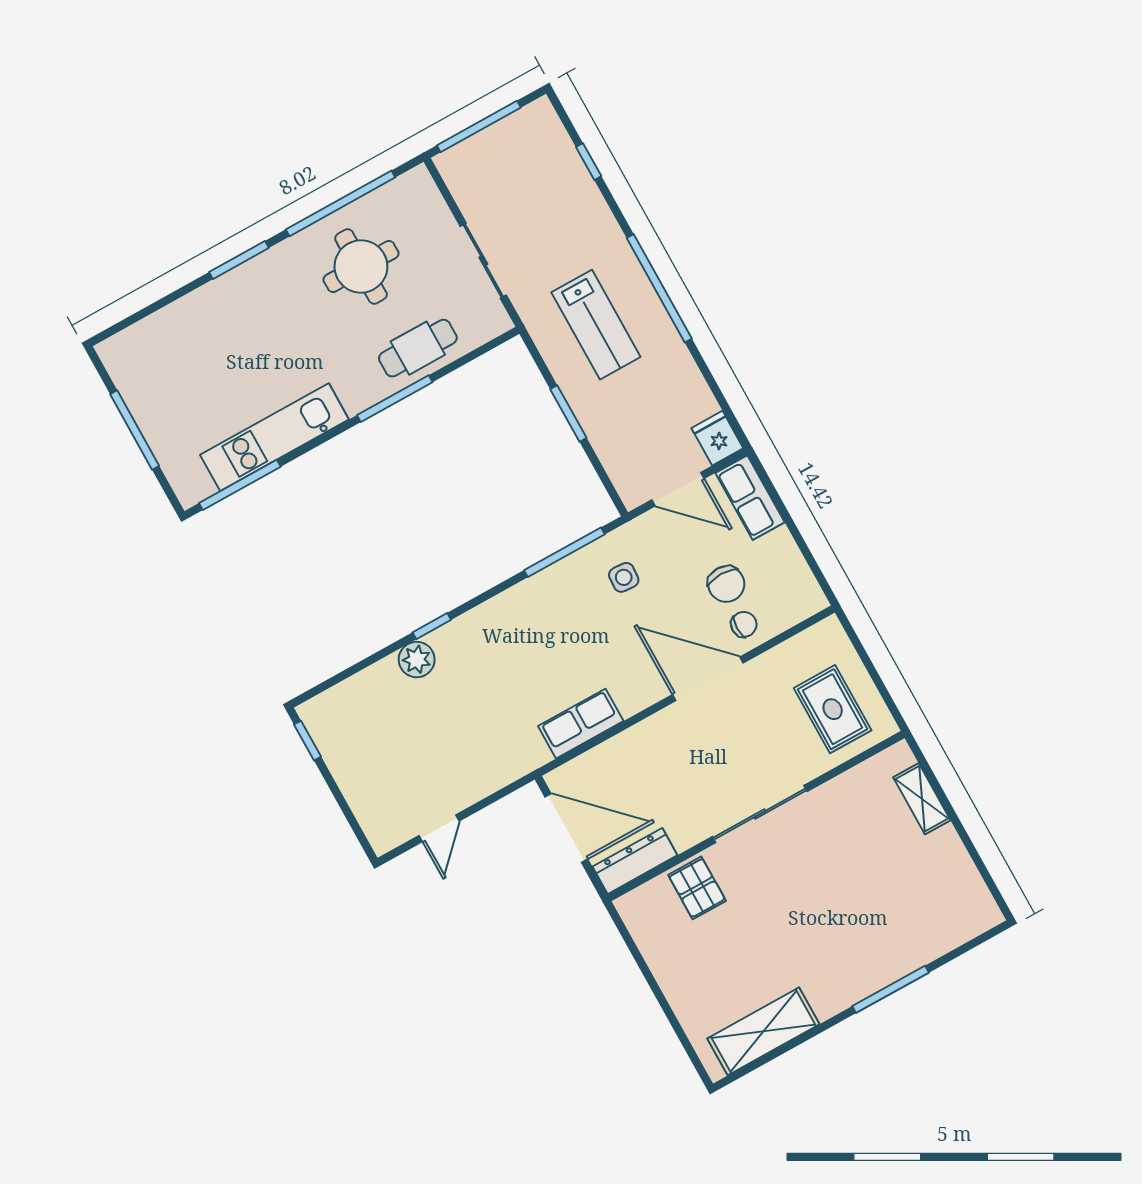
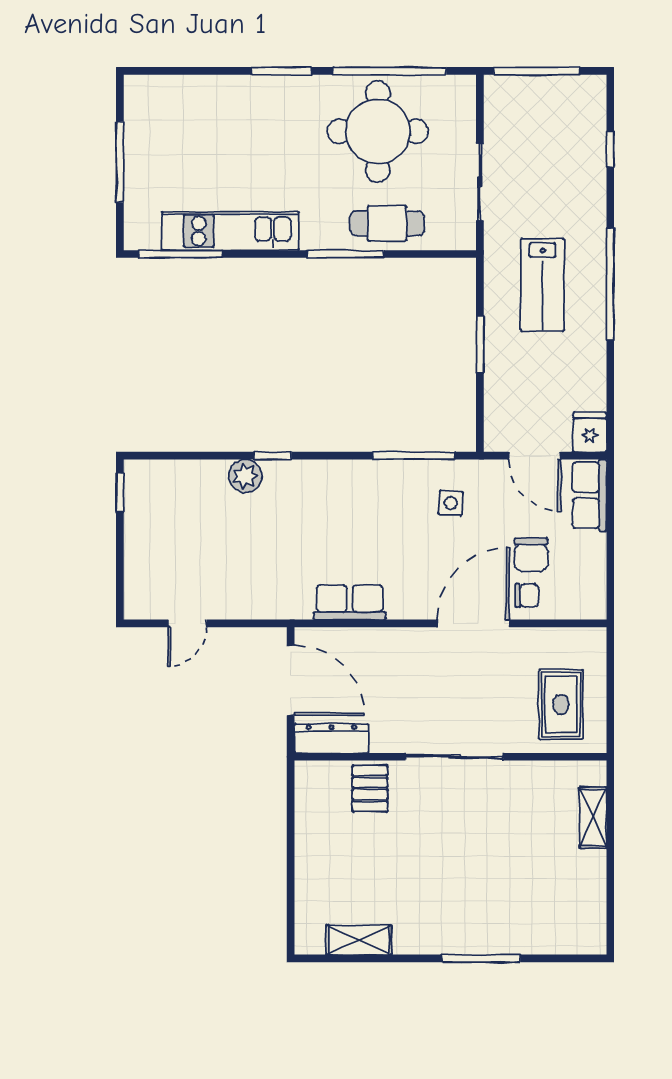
round table: (361, 267) -> (378, 131), width x1.36, depth x1.36
door: (708, 679) -> (473, 623), hinge flipped
shelving: (763, 1031) -> (359, 940), width x0.67, depth x0.75

